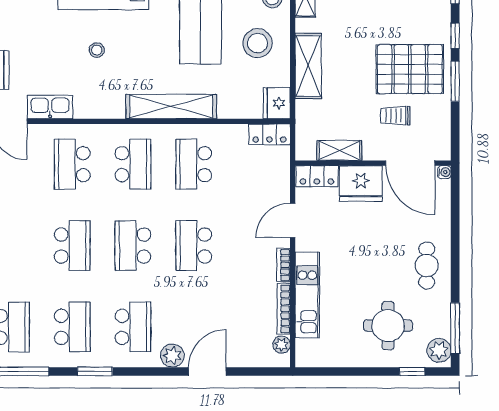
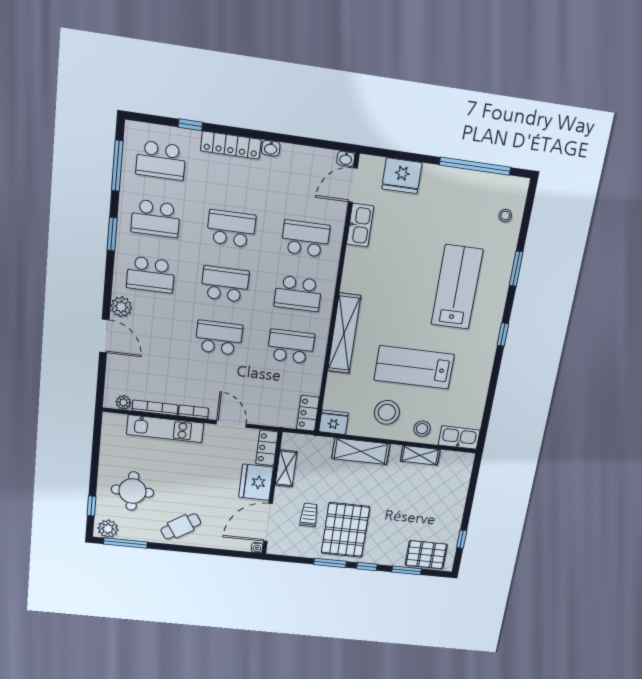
stool: (97, 50) -> (404, 274), removed
school desk: (72, 246) -> (231, 229), turned 180
cafe table: (427, 265) -> (181, 526), turned -33

